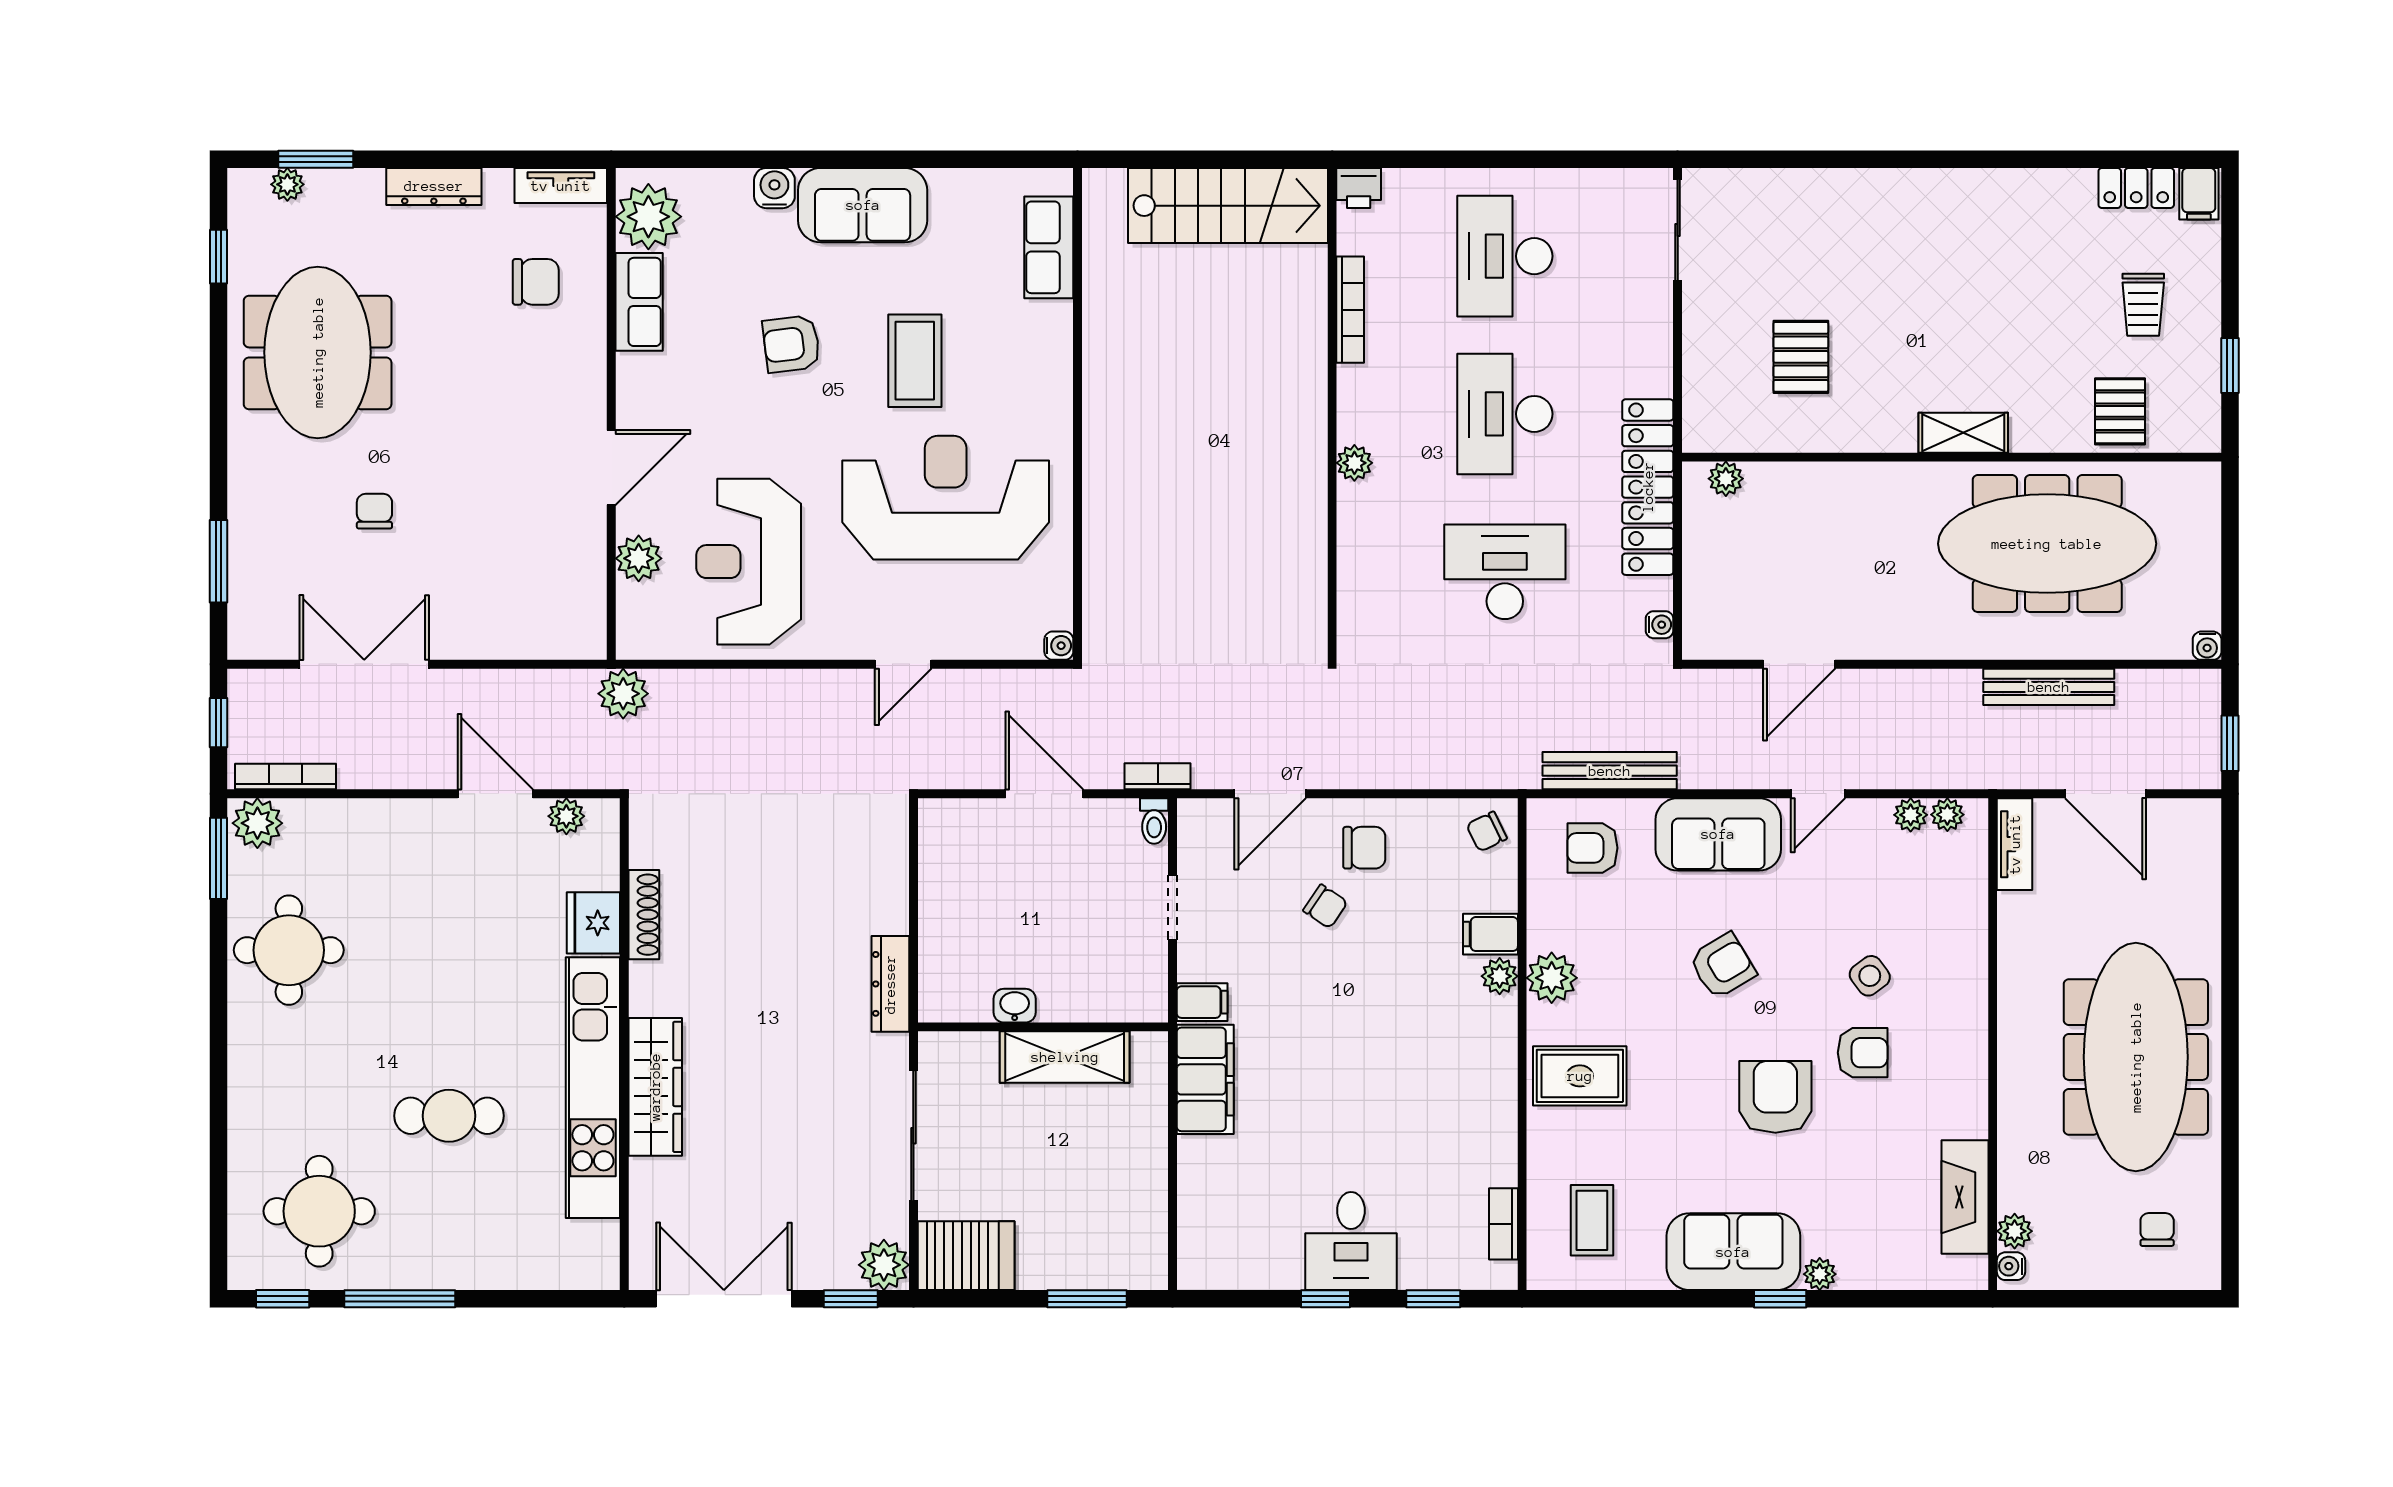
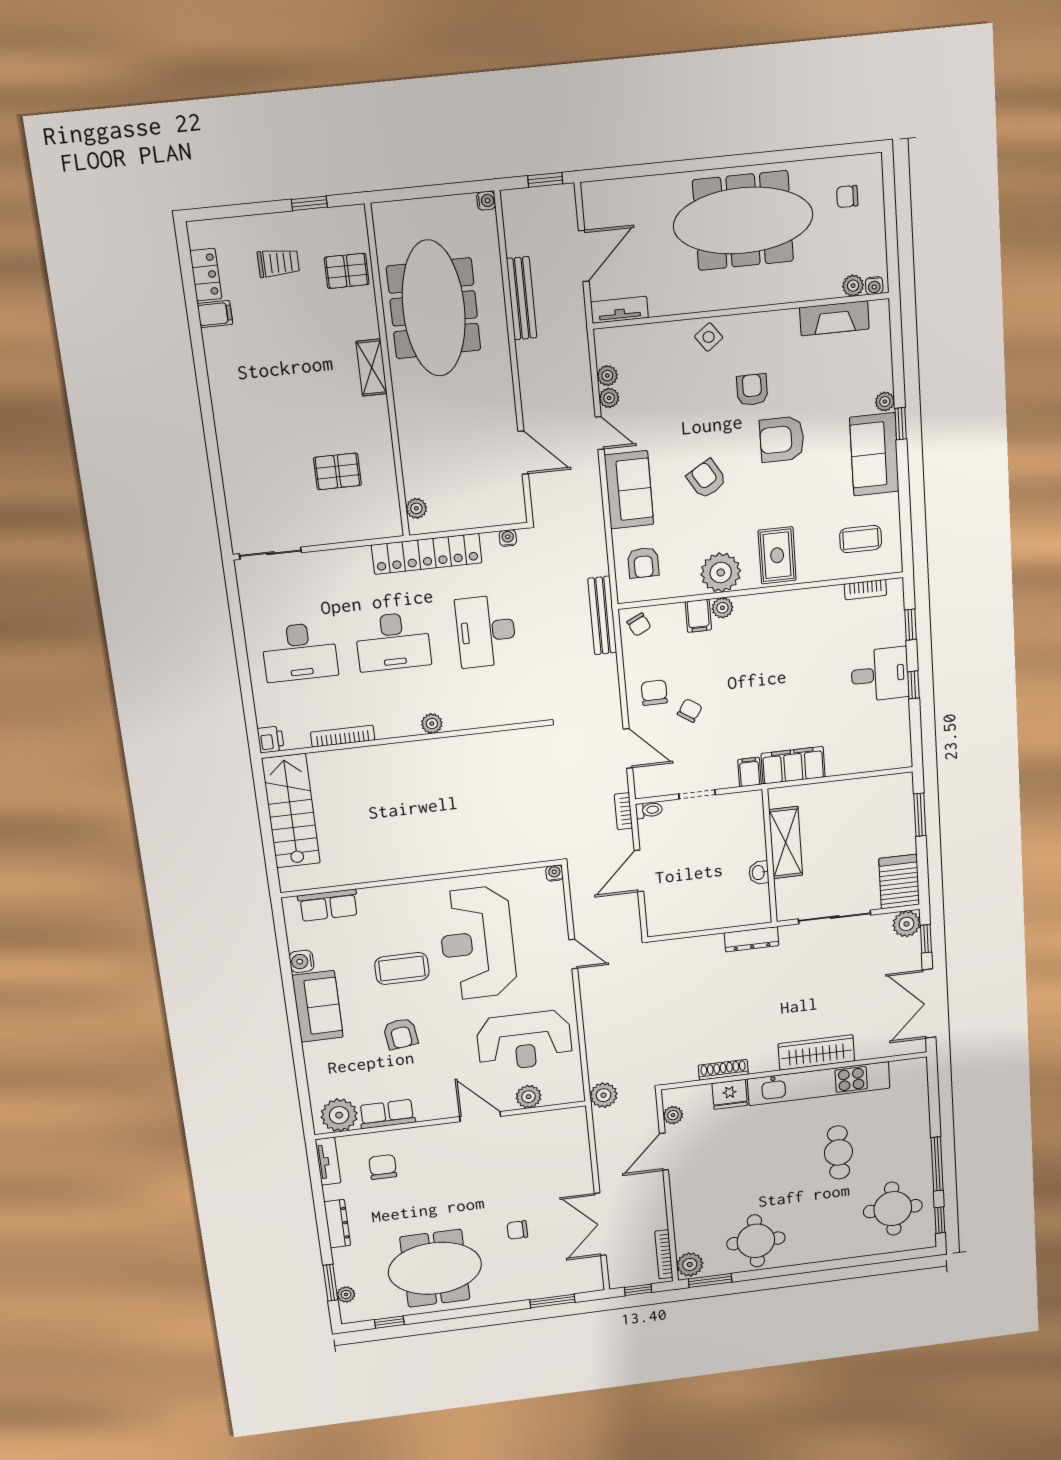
water cooler: (774, 188) -> (302, 961), moved
filing cabinet: (2199, 194) -> (215, 314), moved
bench: (1610, 771) -> (602, 615), moved
plant: (1947, 815) -> (609, 398), moved
side table: (1870, 976) -> (709, 337), moved
plant: (1552, 978) -> (721, 572), width x1.36, depth x1.36

